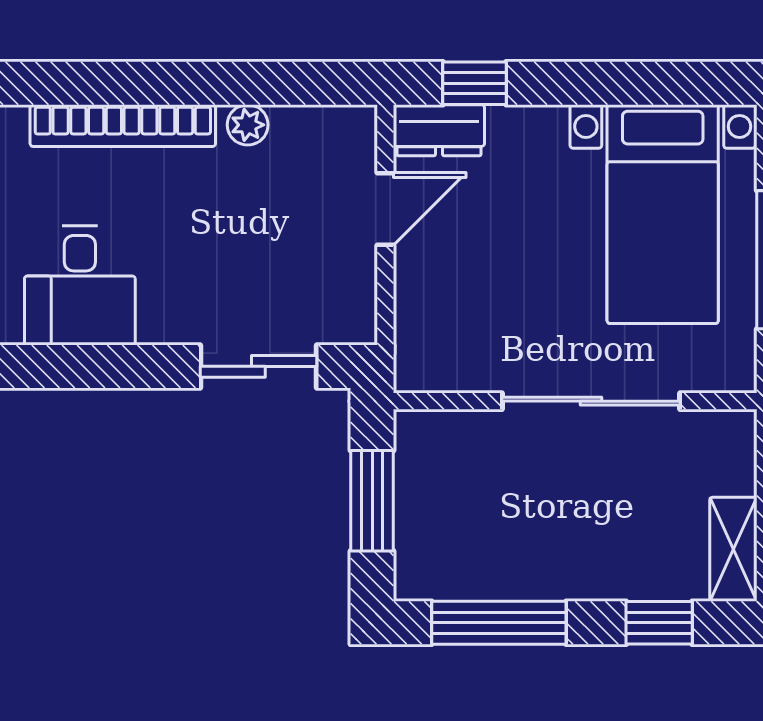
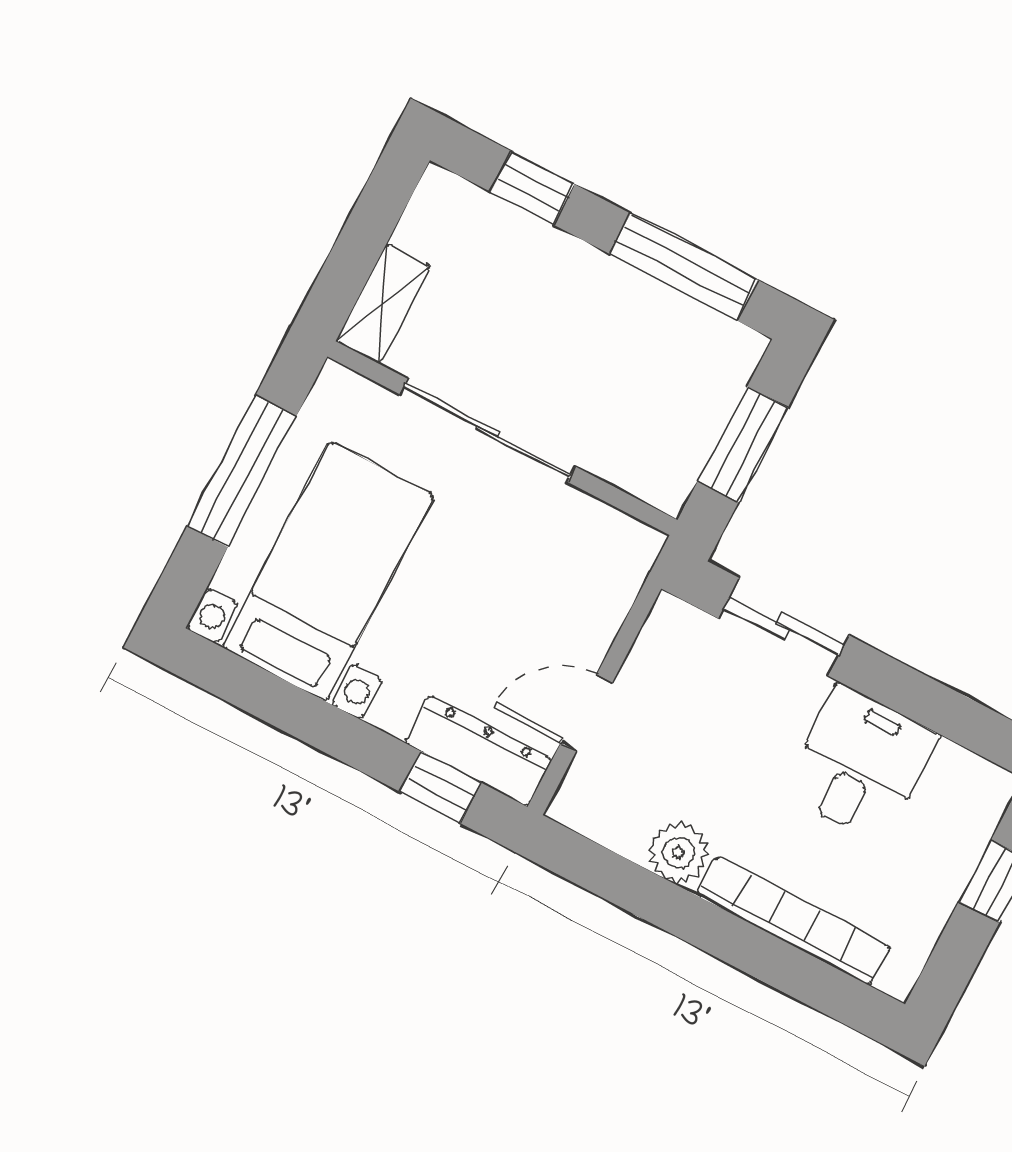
plant: (248, 125) -> (679, 853), width x1.38, depth x1.38
dresser: (439, 130) -> (479, 751), width x1.44
desk: (80, 285) -> (861, 764), moved
shelving: (733, 549) -> (383, 304), moved

